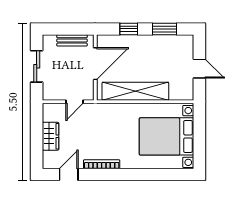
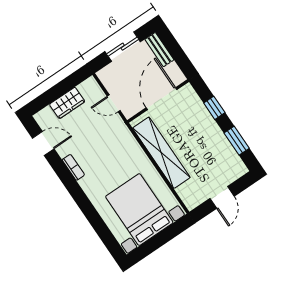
bench: (72, 40) -> (159, 50), moved
door: (95, 64) -> (162, 99), swing flipped
bookcase: (102, 164) -> (73, 167), width x0.64

